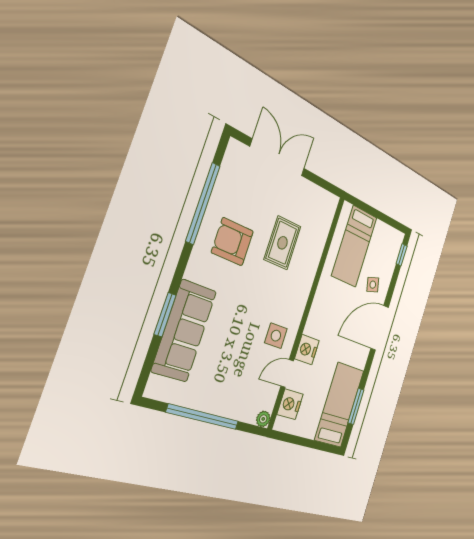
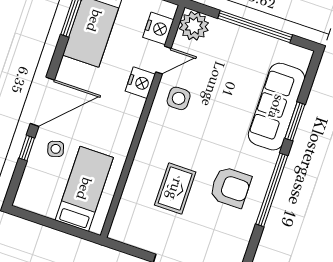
window: (203, 203) -> (272, 190), moved
window: (402, 255) -> (27, 148), moved
plant: (263, 419) -> (194, 26), width x1.88, depth x1.88

